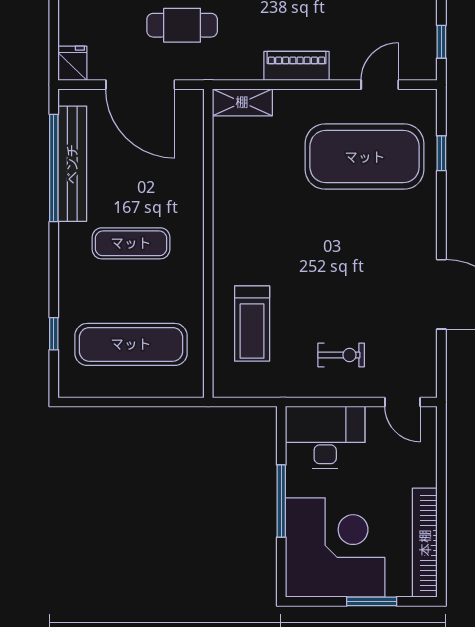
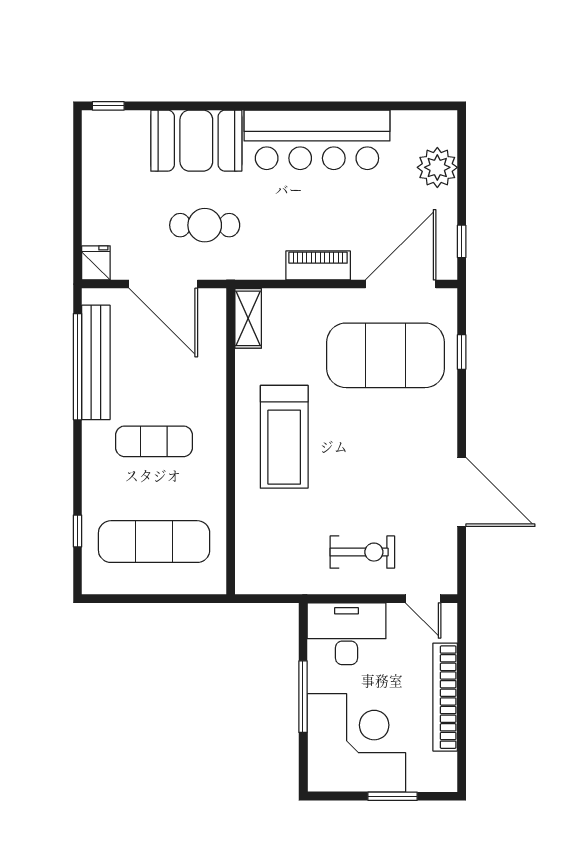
door: (380, 85) -> (401, 284), width x1.88
shelving: (242, 102) -> (248, 318), moved, turned 90
treadmill: (252, 324) -> (284, 437), moved, width x1.37, depth x1.38
exercise bike: (341, 355) -> (362, 552), width x1.38, depth x1.39
bookcase: (425, 543) -> (445, 697), moved

